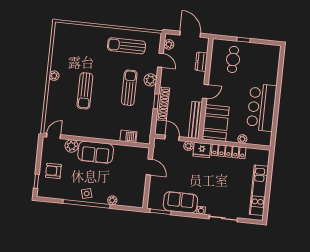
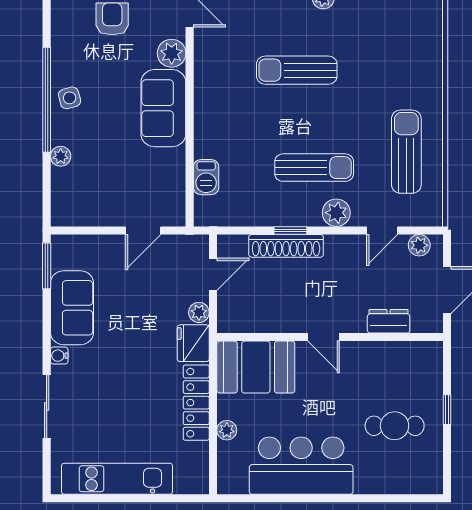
cafe table: (233, 59) -> (395, 426), moved
bench: (195, 120) -> (258, 322), removed

